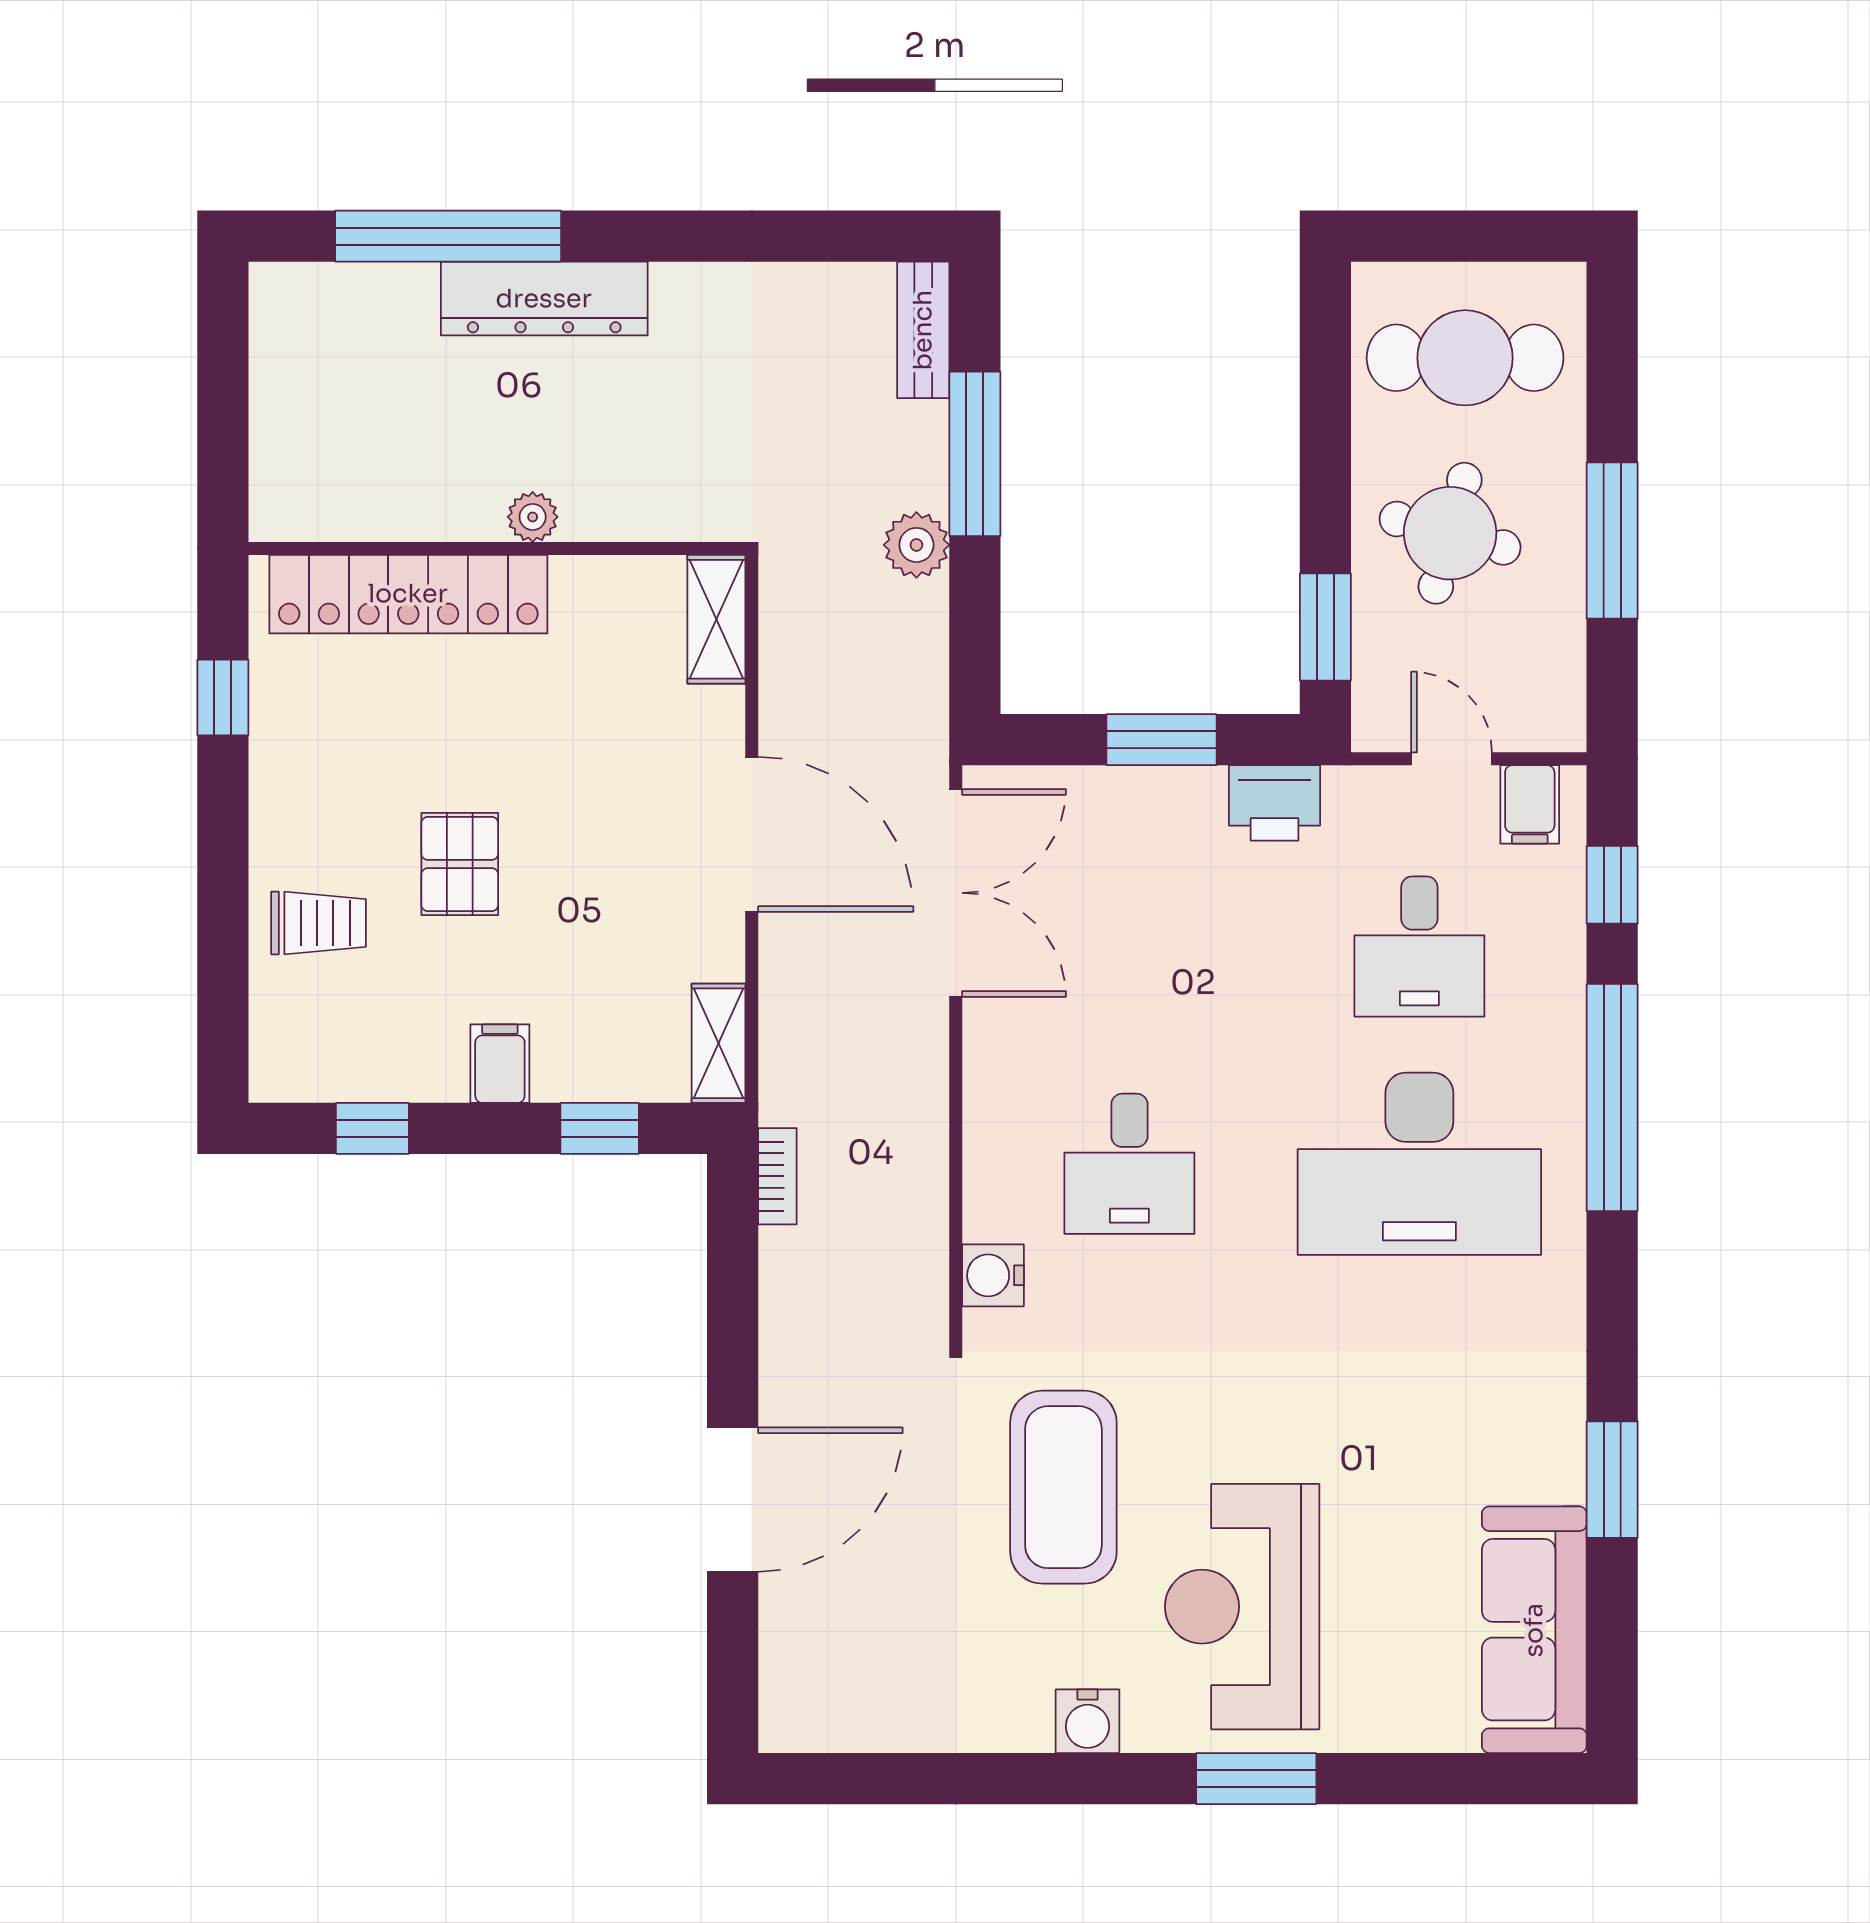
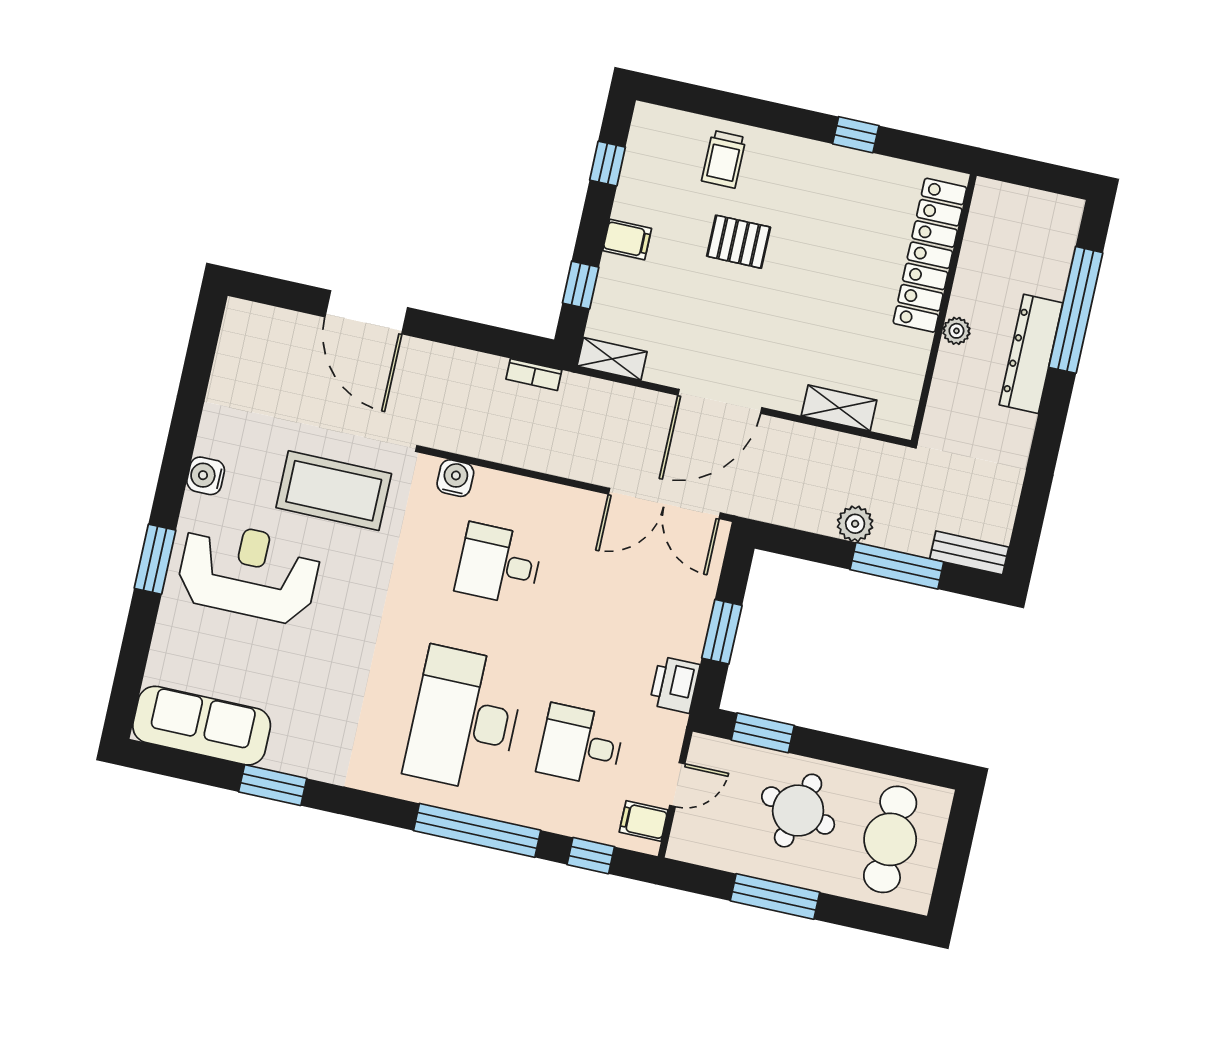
plant: (533, 517) -> (956, 331), moved
wall: (497, 548) -> (944, 308), moved
locker: (408, 594) -> (930, 255), moved

